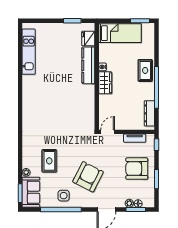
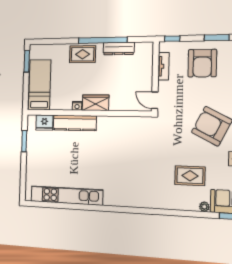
kitchen unit: (29, 52) -> (66, 195), width x1.36
dresser: (149, 113) -> (119, 49), moved

